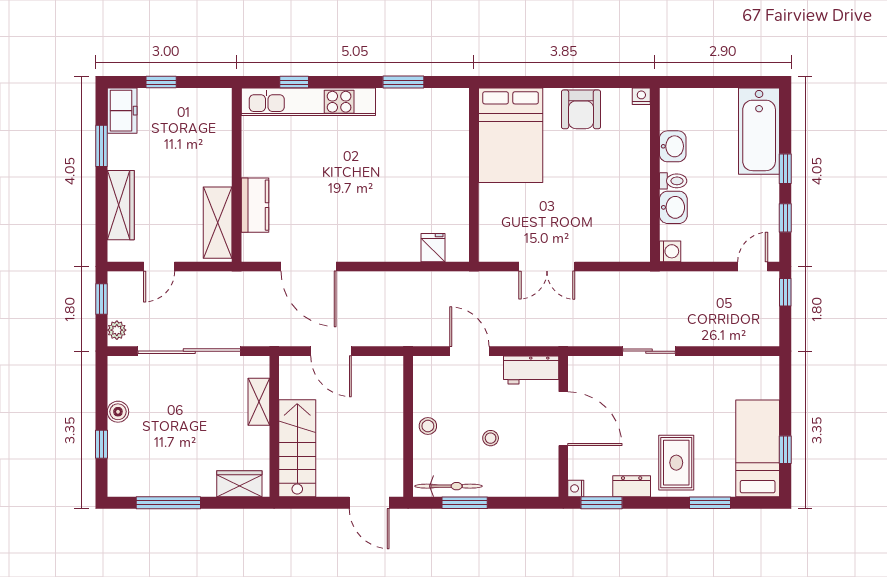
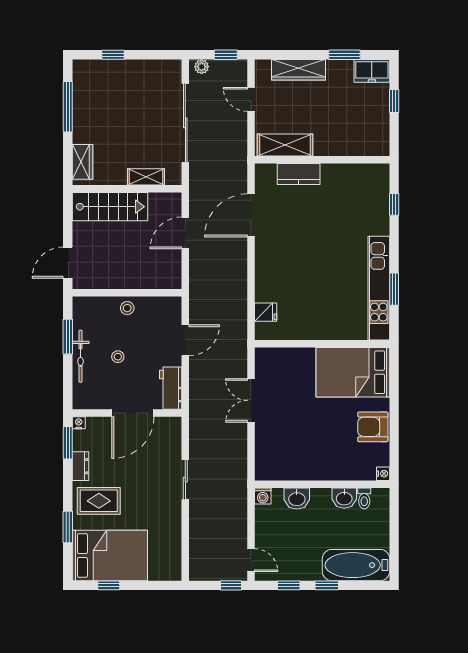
kitchen unit: (308, 102) -> (379, 288), moved
toilet: (673, 181) -> (364, 498), moved
boiler: (118, 412) -> (138, 68), removed
bed: (758, 448) -> (110, 555), width x1.50
bicycle: (449, 486) -> (81, 356), moved

